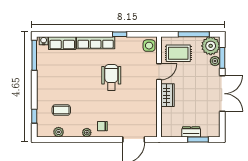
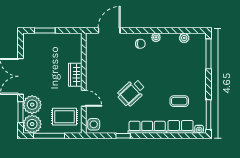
plant: (215, 61) -> (32, 105), width x1.87, depth x1.87
door: (159, 72) -> (84, 98), swing flipped
wheelchair: (111, 77) -> (131, 93), turned 47
coffee table: (61, 110) -> (179, 101), moved
window: (34, 116) -> (208, 54), width x2.17
dresser: (191, 132) -> (52, 38), removed

